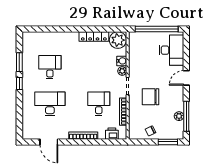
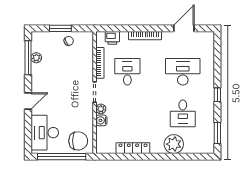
plant: (118, 40) -> (174, 144), moved
window: (19, 62) -> (217, 133), moved
chair: (151, 97) -> (78, 141), moved
desk: (50, 104) -> (183, 72), turned 180
desk: (99, 104) -> (127, 72), turned 180
door: (49, 142) -> (184, 28), hinge flipped
window: (168, 142) -> (60, 28), moved

